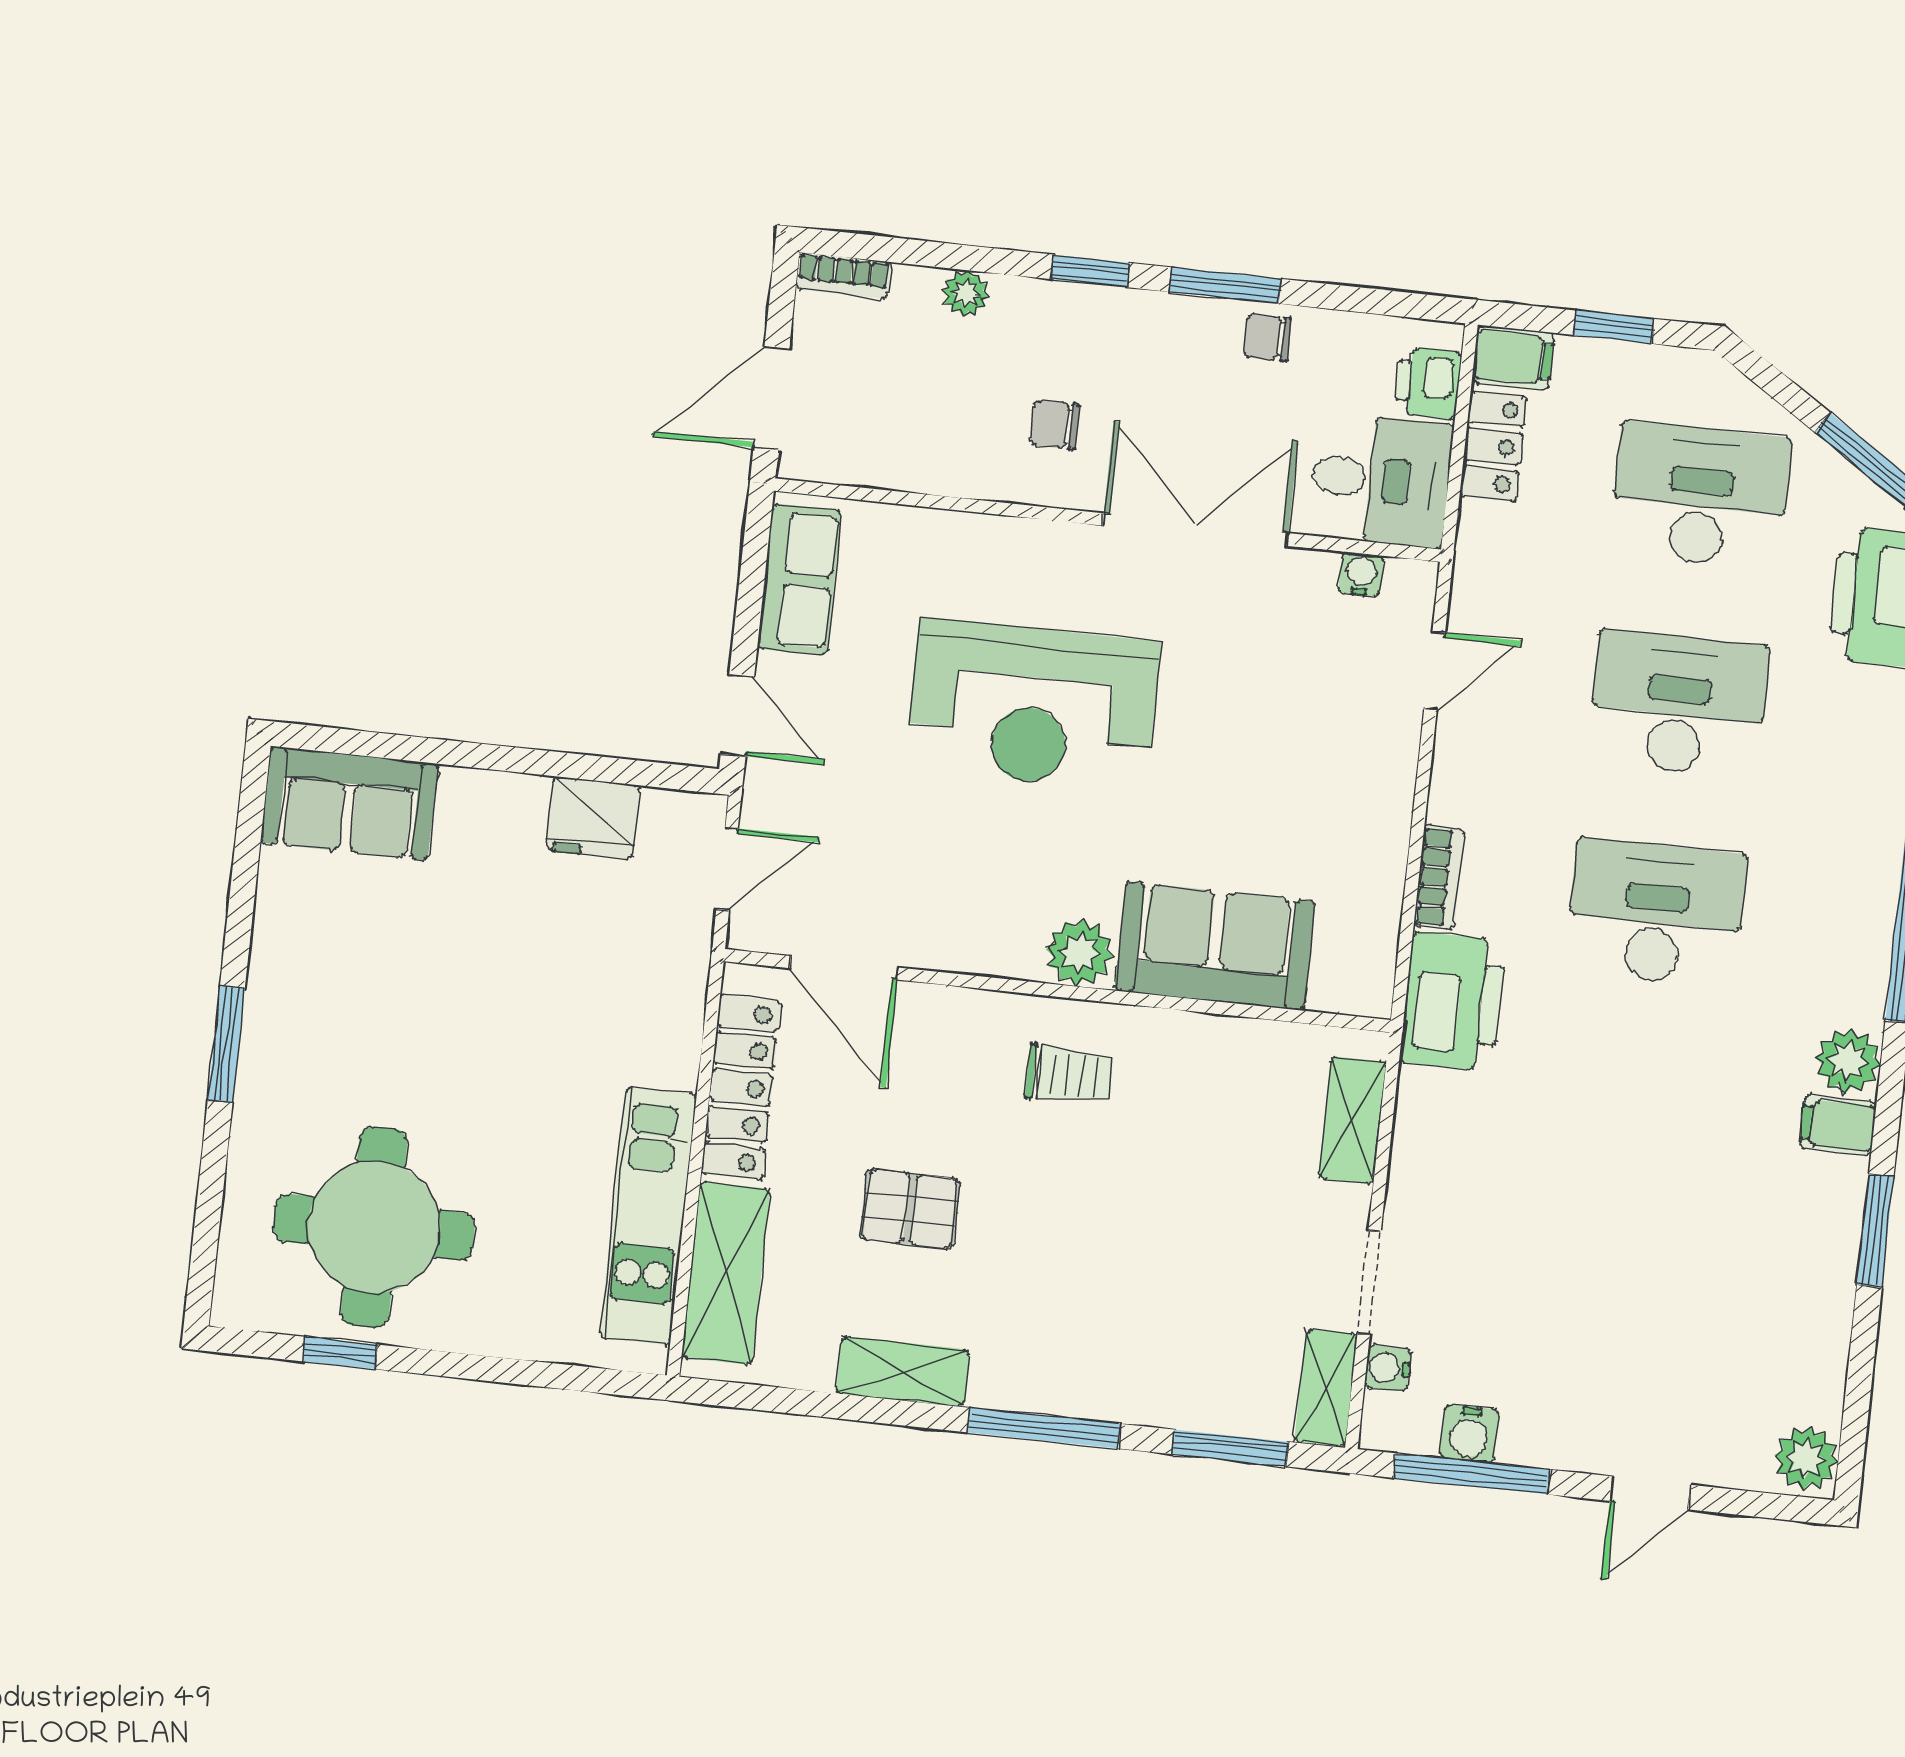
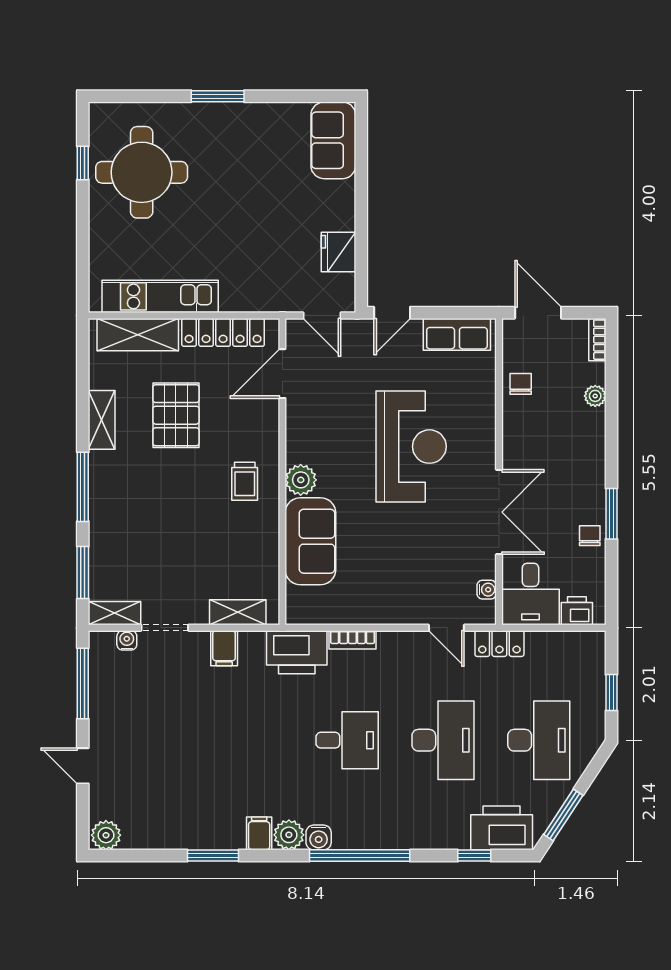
window: (1090, 271) -> (611, 452), removed
filing cabinet: (1513, 358) -> (224, 648), moved
chair: (1055, 425) -> (521, 384), moved
locker: (1493, 446) -> (499, 644), moved
reception desk: (1033, 705) -> (411, 447), turned 180
desk: (1656, 912) -> (347, 740), width x0.73
pallet: (910, 1209) -> (176, 415), width x1.50, depth x1.42
water cooler: (1469, 1434) -> (319, 837), moved, turned -90

